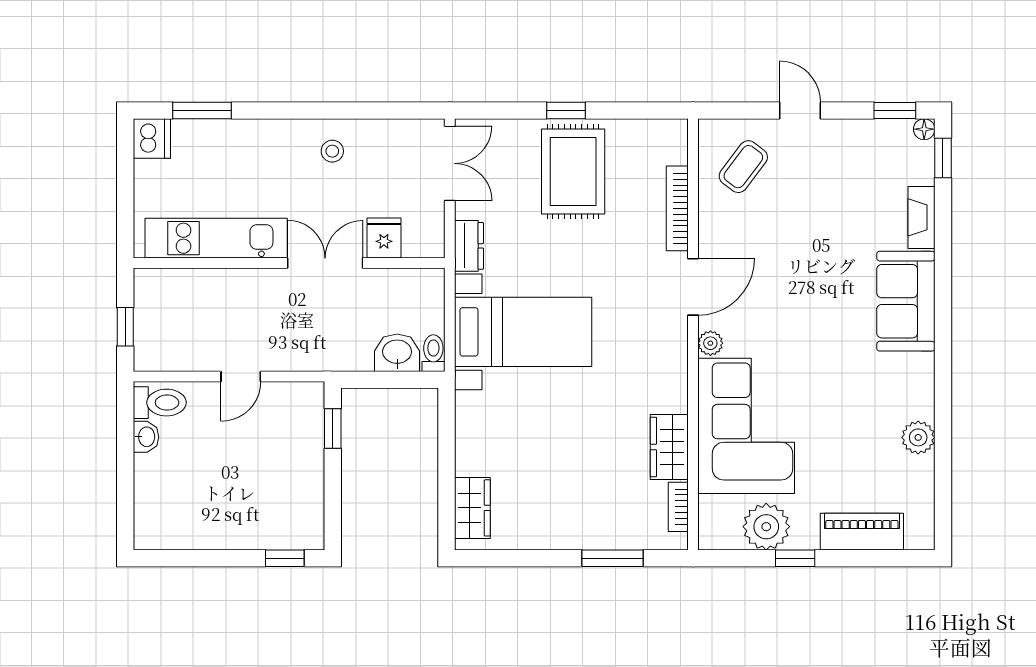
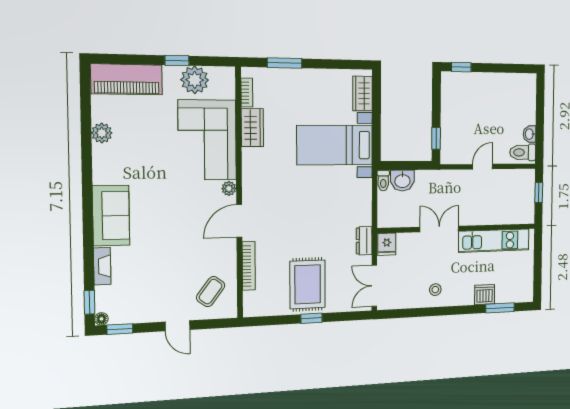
dishwasher: (152, 138) -> (485, 295), moved, turned 90
fridge: (384, 238) -> (387, 244), moved
double door: (325, 263) -> (439, 229), swing flipped
bed with nightstands: (523, 332) -> (335, 145), moved
piano: (862, 532) -> (127, 79), width x1.37, depth x1.33

